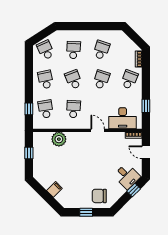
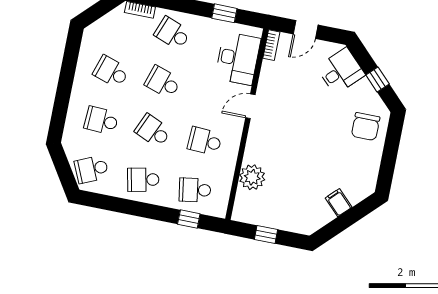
school desk: (73, 80) -> (153, 131), turned 45
window: (134, 190) -> (378, 79), moved
window: (86, 212) -> (390, 155), removed

